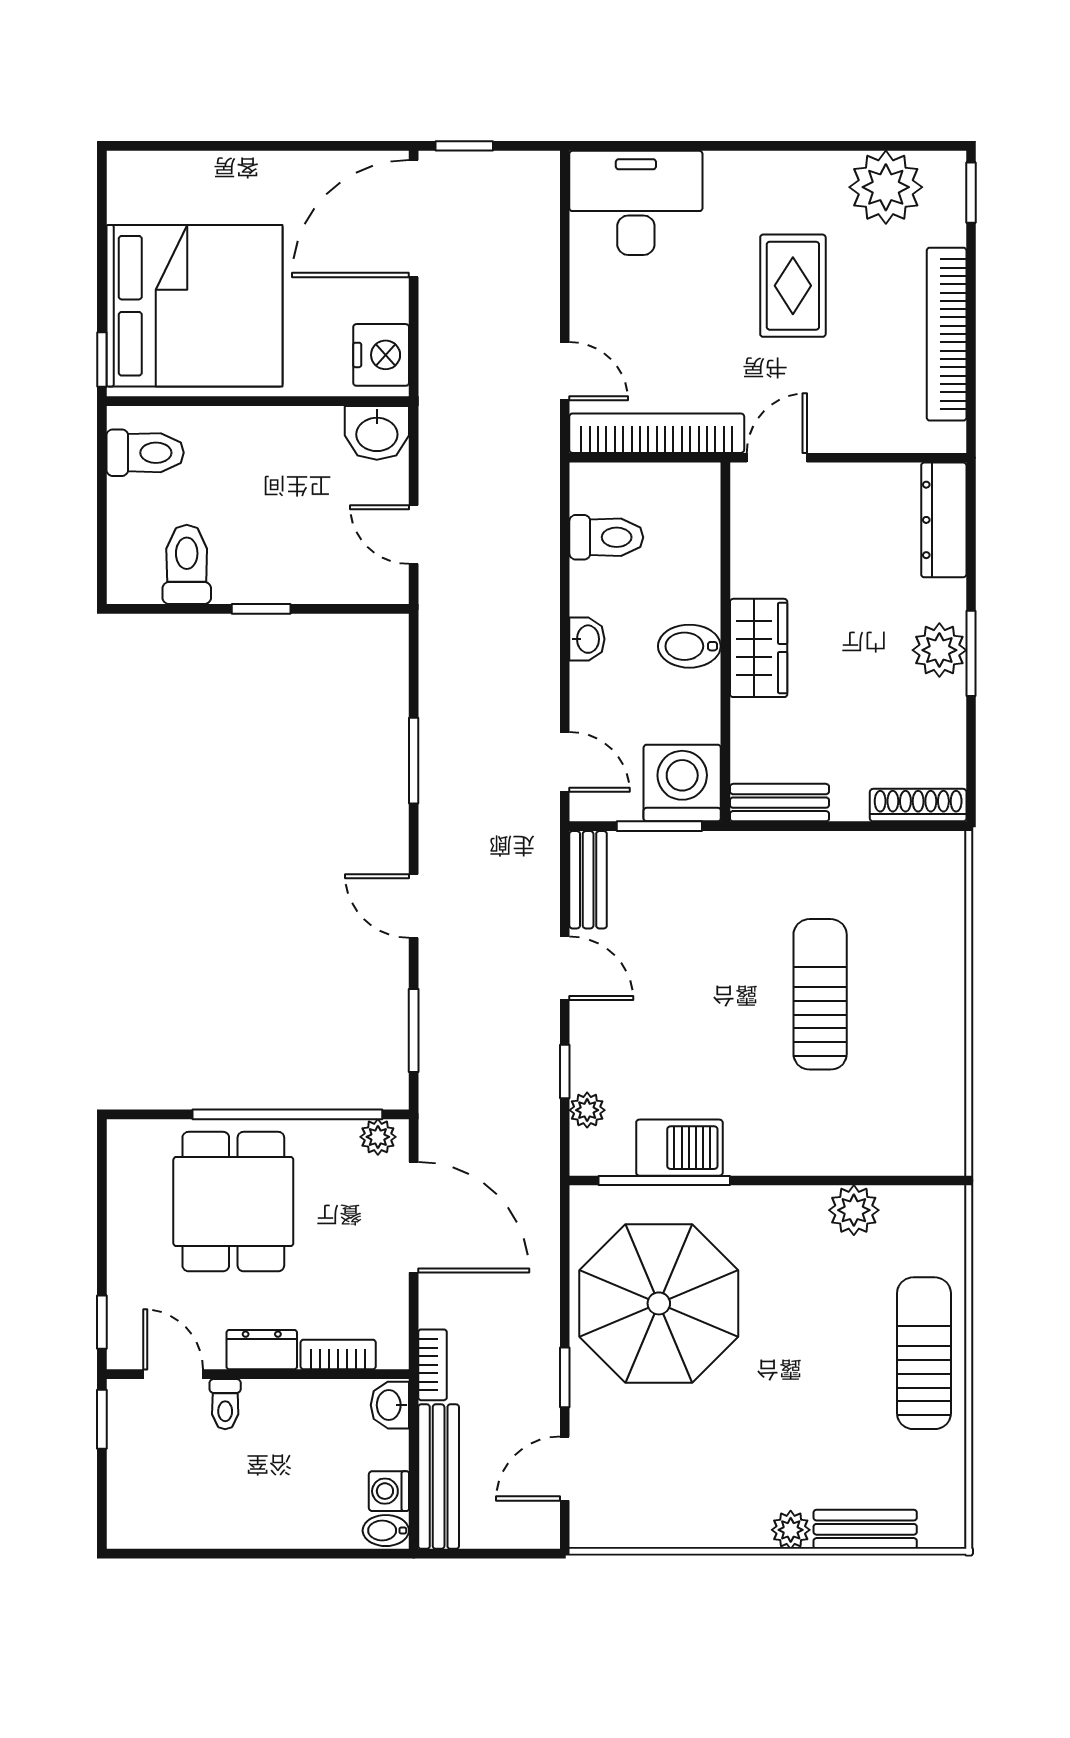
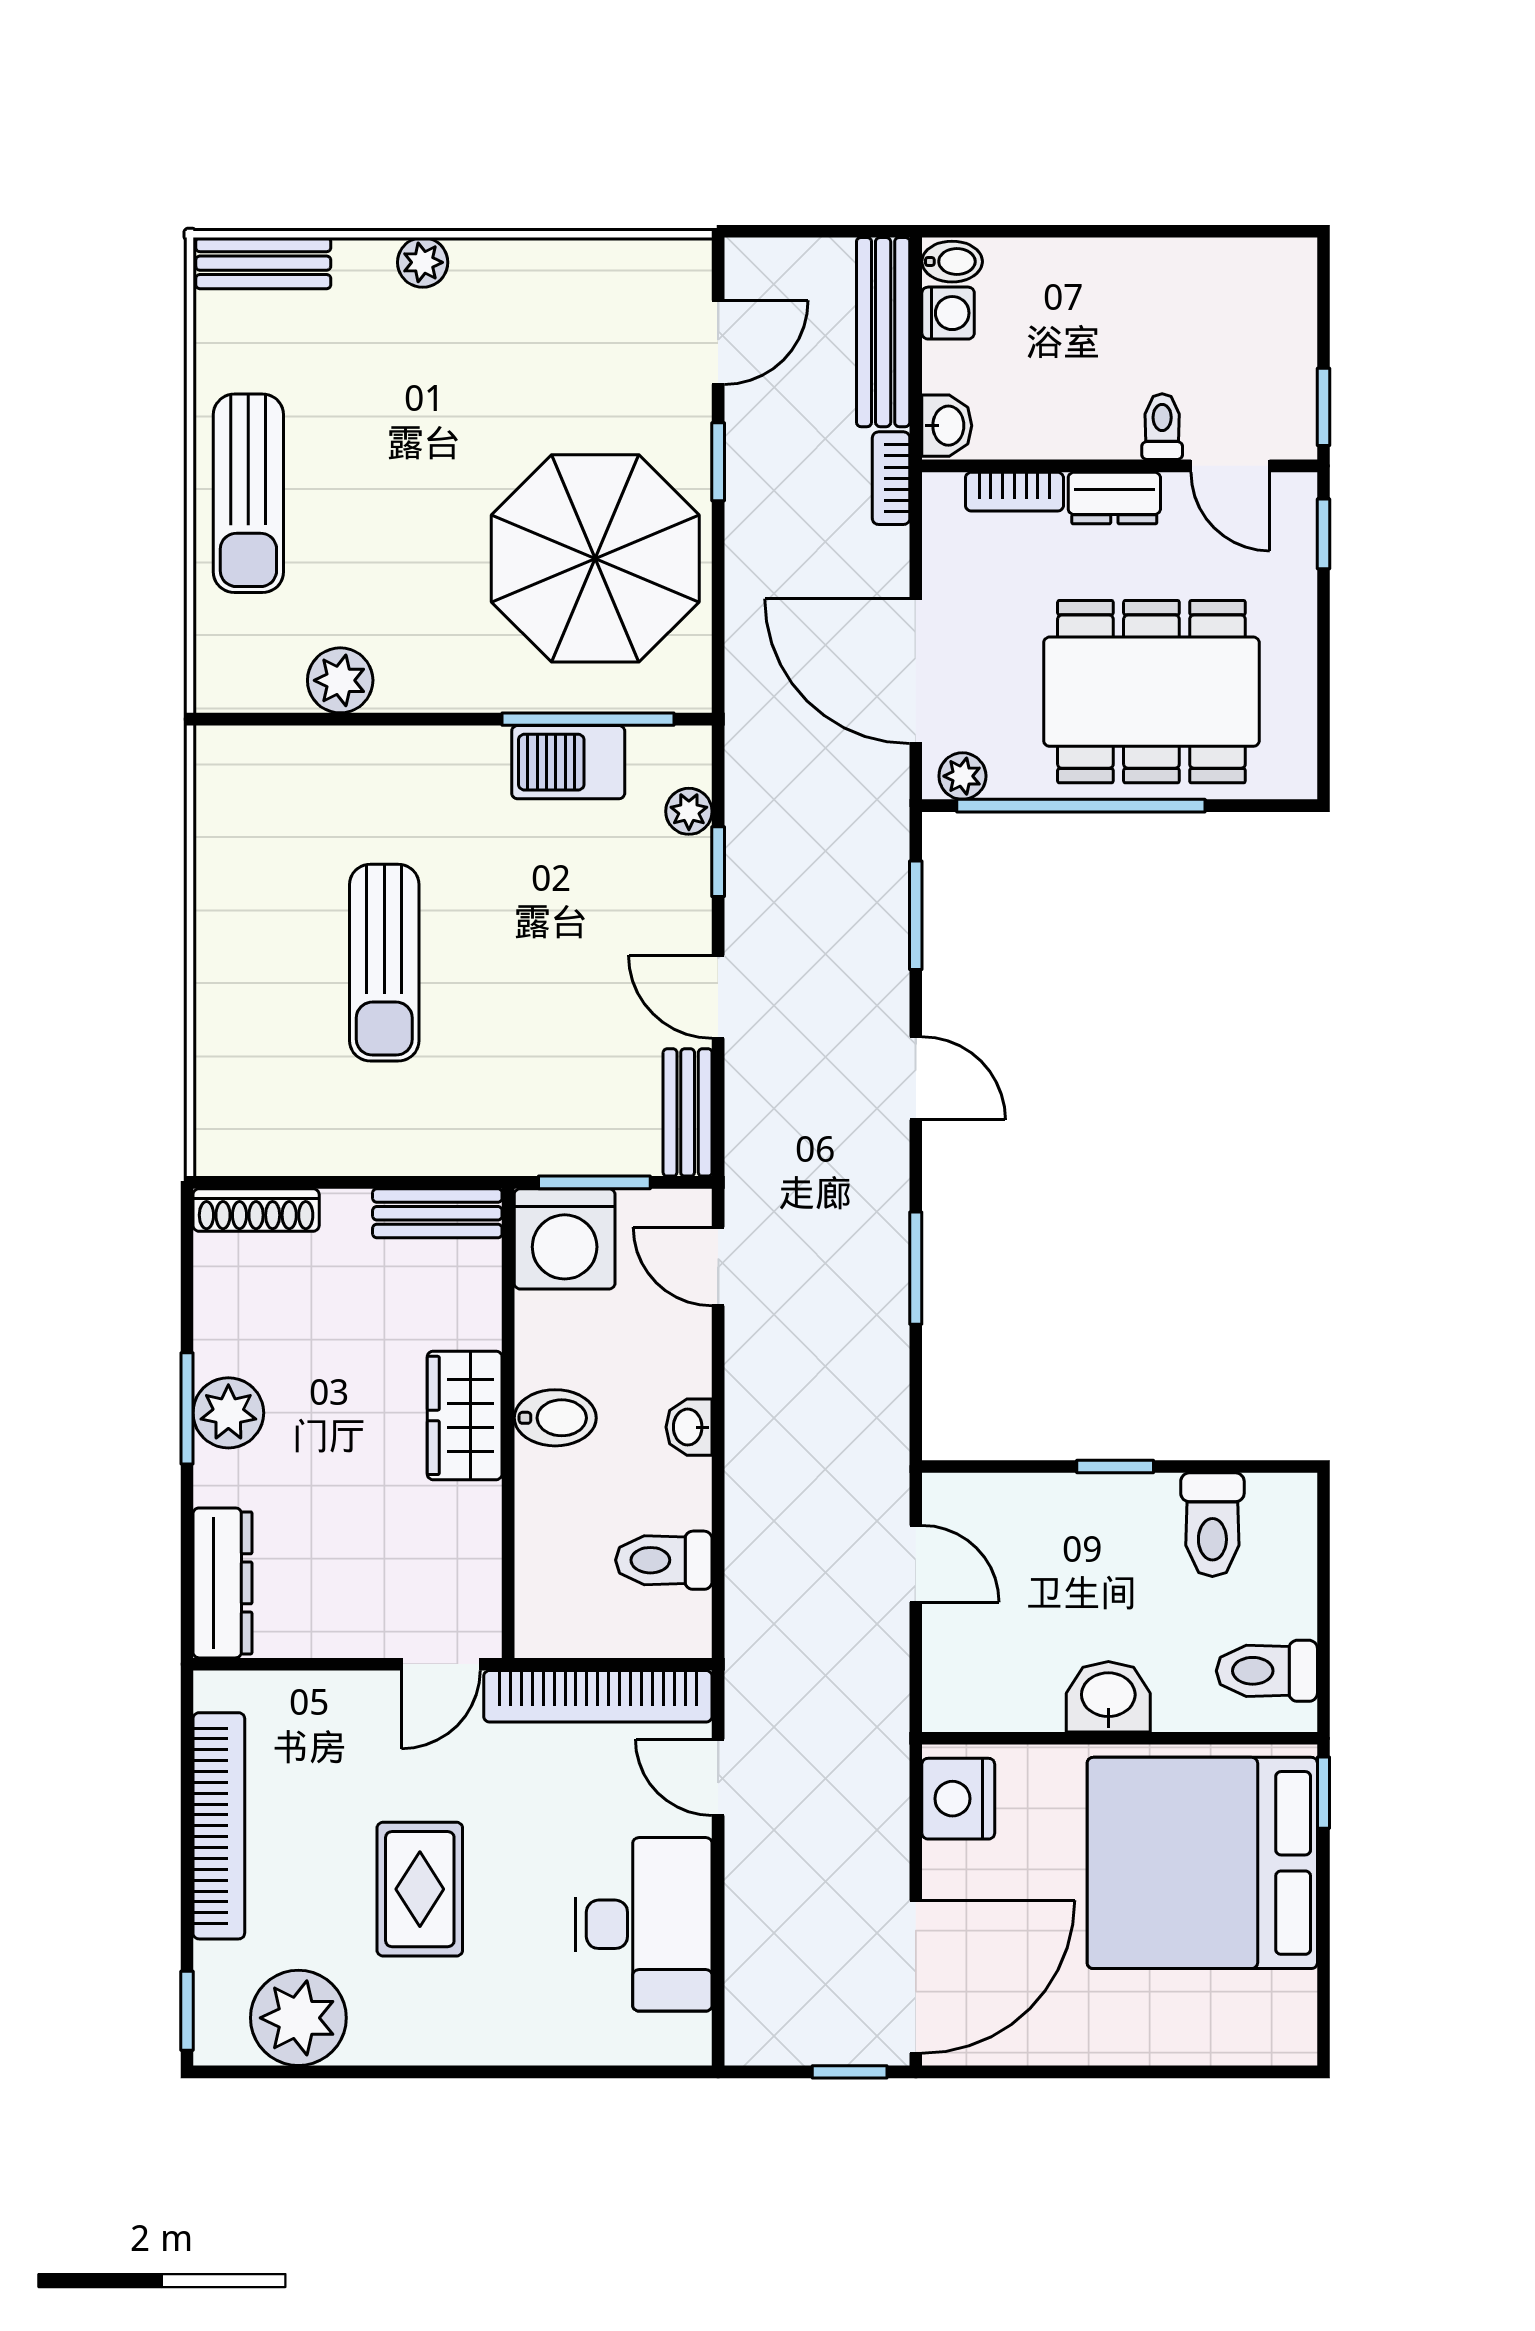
desk: (636, 203) -> (644, 1924), moved, turned -90
washbasin: (377, 433) -> (1108, 1697), moved
dining table: (233, 1202) -> (1151, 692), width x1.37
bench: (865, 1529) -> (263, 263), moved

